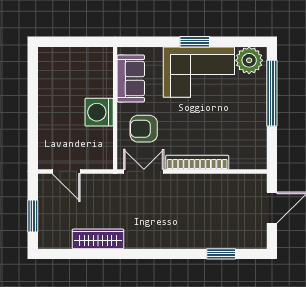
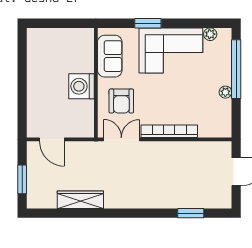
window: (195, 42) -> (148, 23), moved
plant: (249, 60) -> (210, 34), width x0.53, depth x0.53
plant: (260, 119) -> (225, 92), added
armchair: (144, 129) -> (121, 101), turned -90

